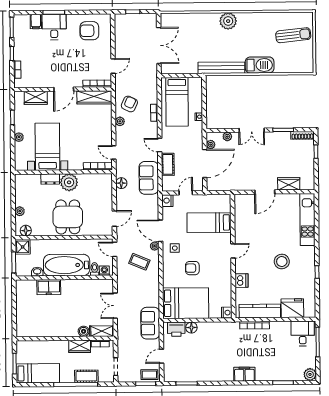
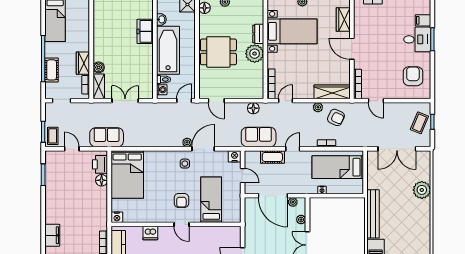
plant: (228, 21) -> (422, 190), moved
wardrobe: (94, 97) -> (332, 92), moved, turned 90
coffee table: (139, 262) -> (419, 123), moved
armchair: (192, 268) -> (181, 200), moved, turned 180

